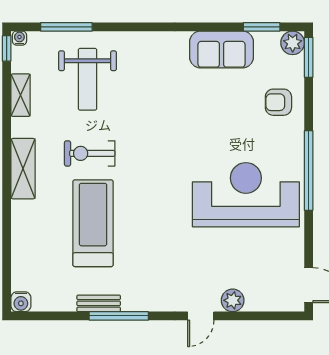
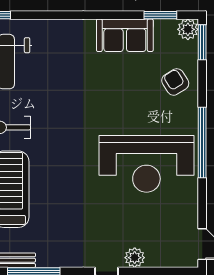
armchair: (278, 102) -> (175, 82), turned 58
reception desk: (246, 195) -> (146, 164), turned 180

